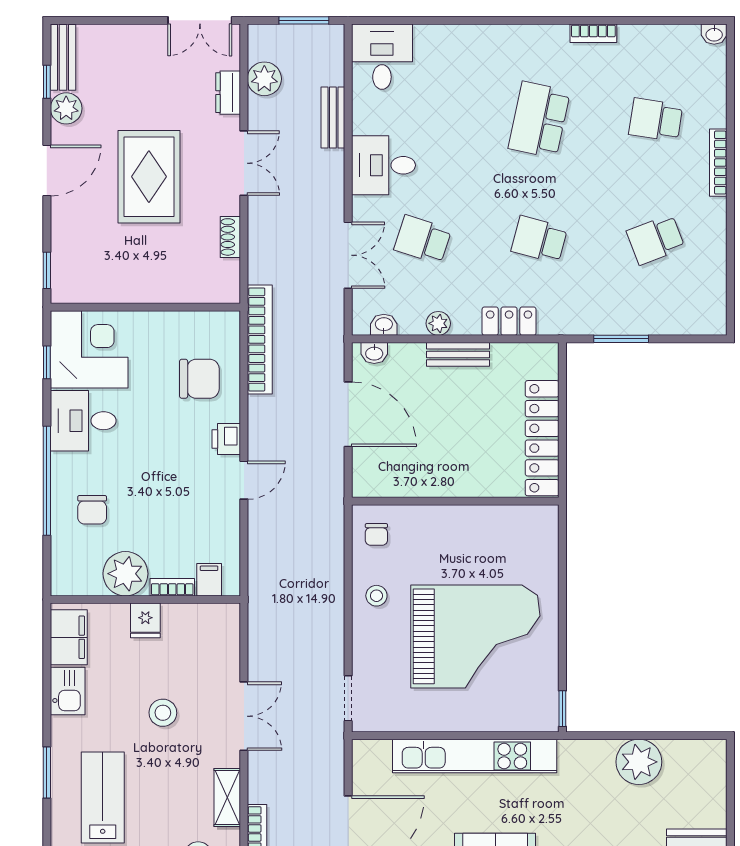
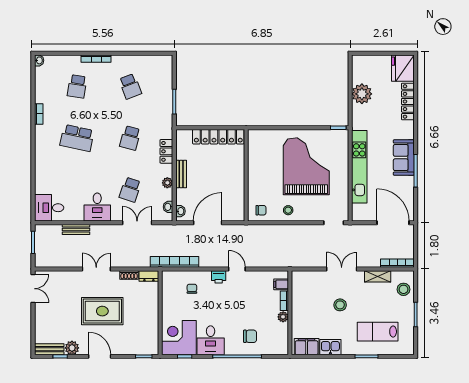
plant: (264, 79) -> (59, 260), removed
dresser: (228, 93) -> (149, 276), moved
chair: (199, 379) -> (192, 289), width x0.54, depth x0.54
plant: (125, 574) -> (283, 317), width x0.53, depth x0.53
fridge: (145, 620) -> (299, 313), removed

